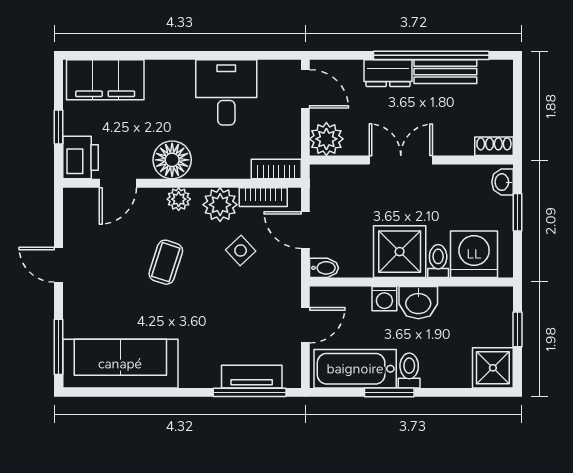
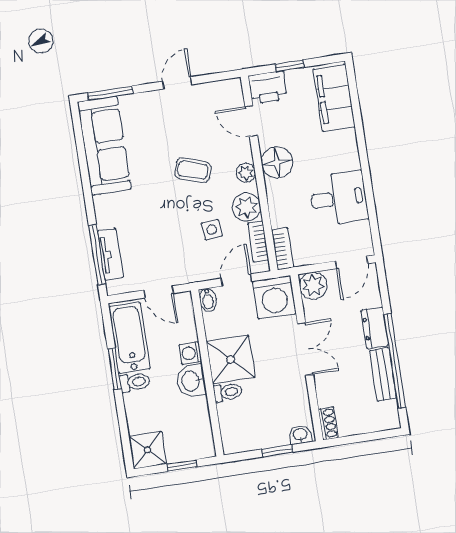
side table: (241, 251) -> (212, 230), turned 38
washing machine: (474, 254) -> (274, 297), moved, turned 90

